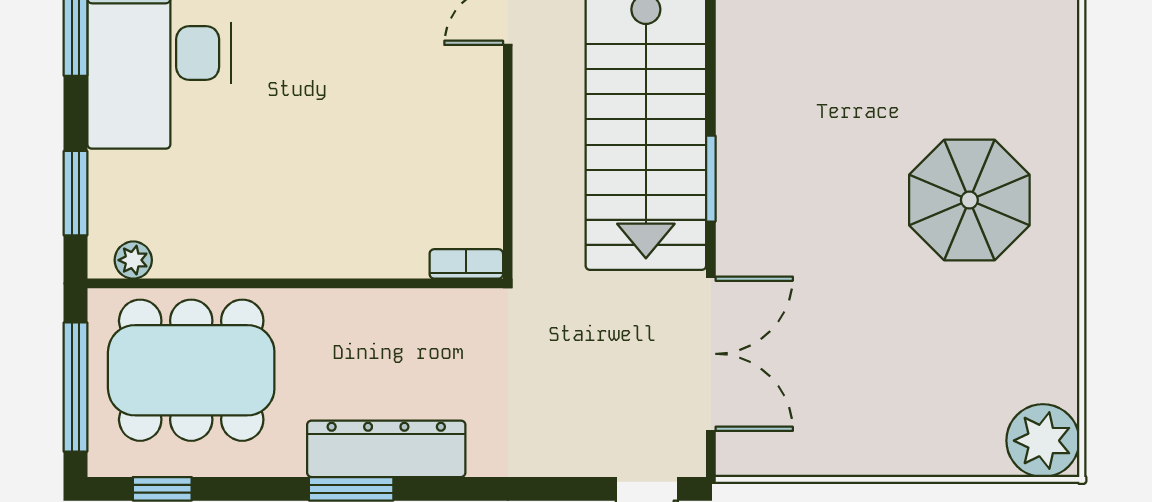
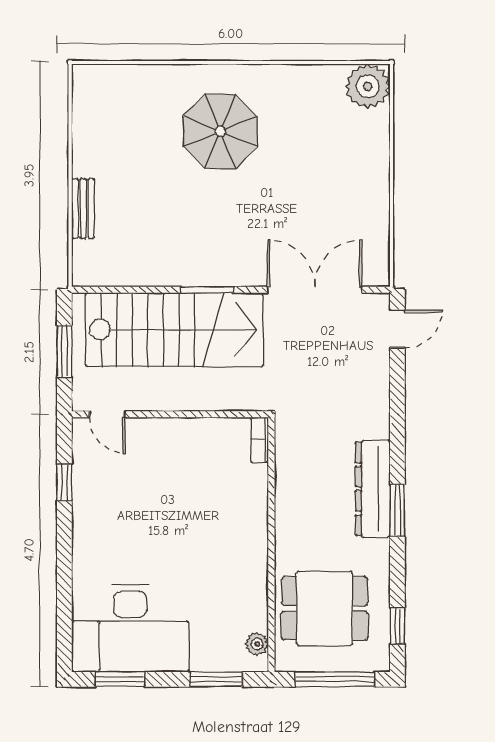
dining table: (191, 370) -> (325, 608), width x0.73

